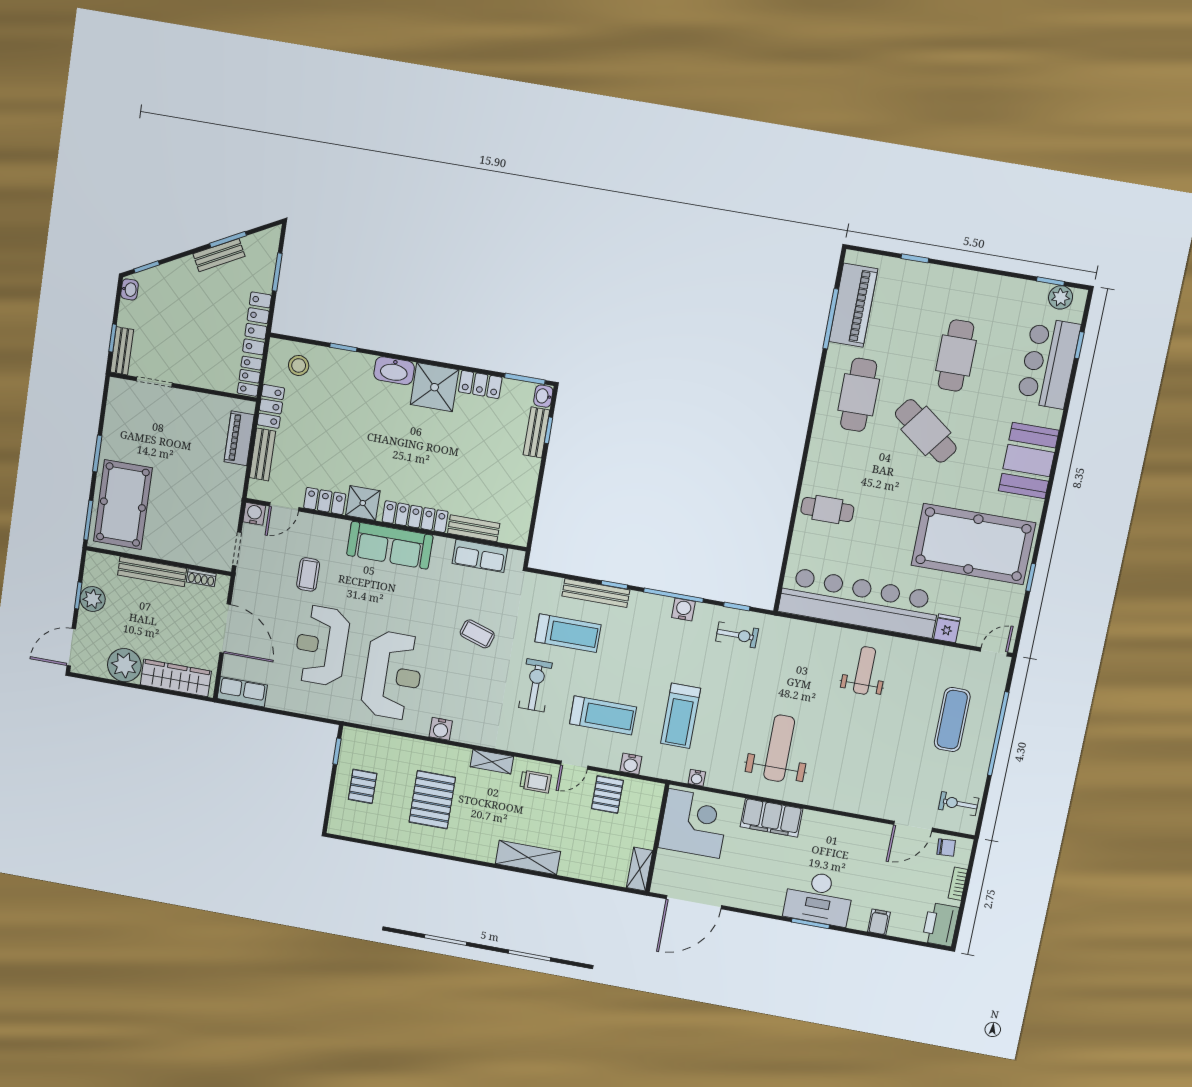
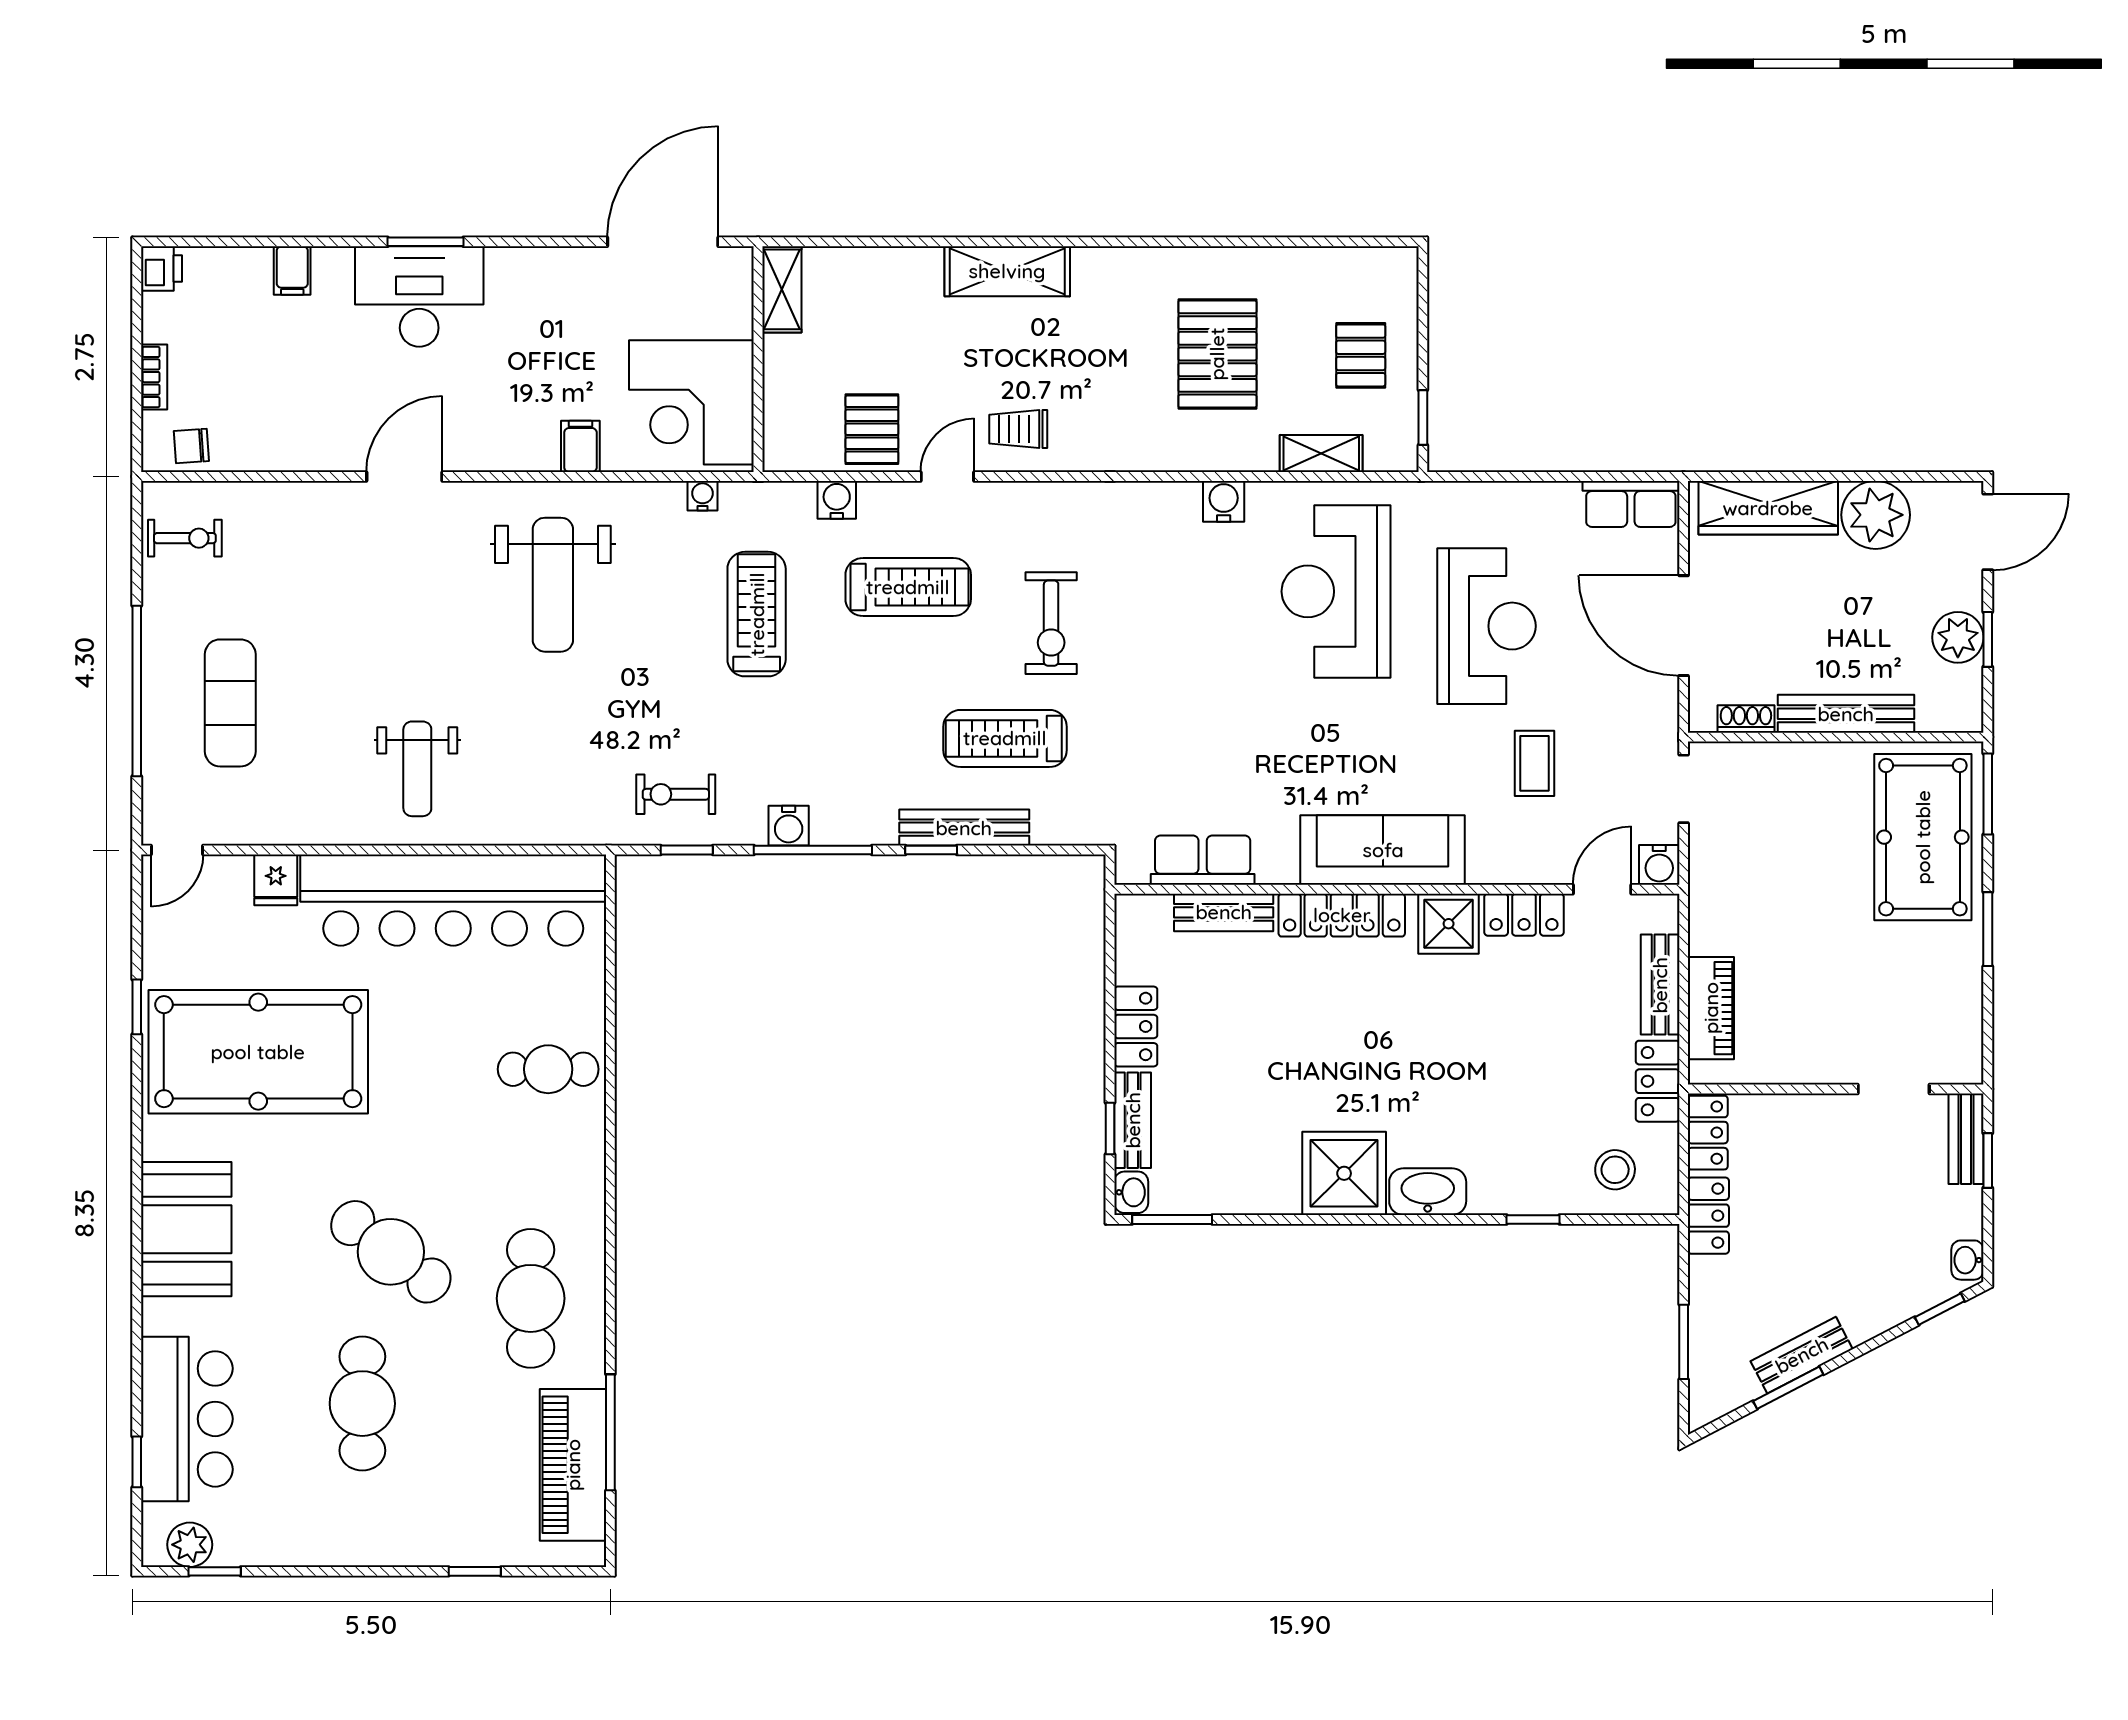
locker: (257, 323) -> (1708, 1216), width x0.66
locker: (480, 384) -> (1136, 1026), moved, turned 90
coffee table: (477, 634) -> (1183, 705), removed
treadmill: (603, 715) -> (908, 587), turned 180
shelving: (492, 762) -> (1321, 454), moved
filing cabinet: (771, 818) -> (580, 446), width x0.33, depth x0.86
door: (913, 826) -> (404, 476), moved
printer: (941, 925) -> (161, 268), width x0.53, depth x0.68

